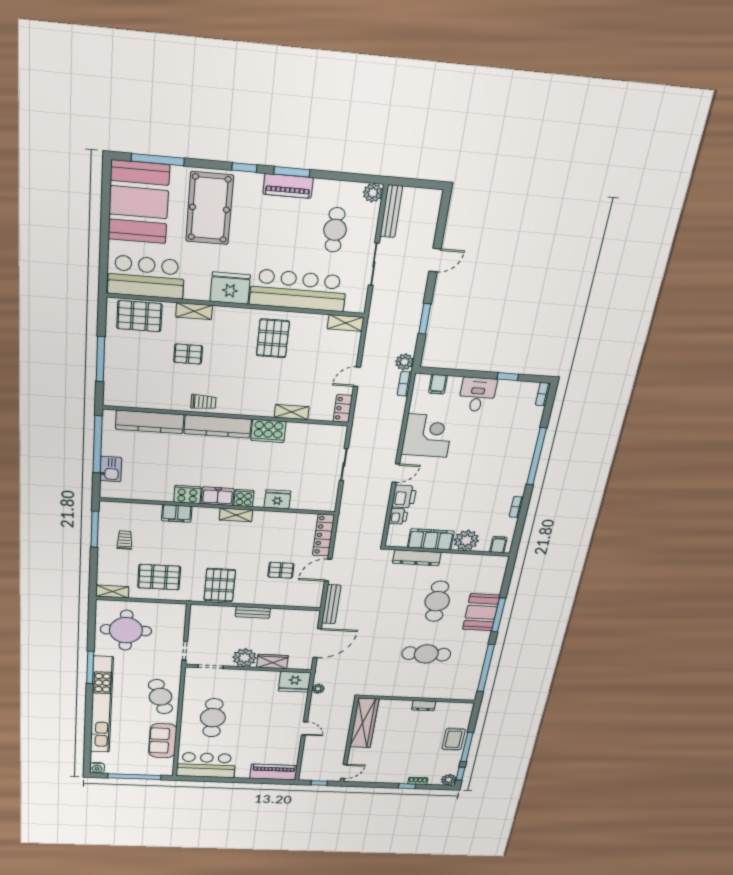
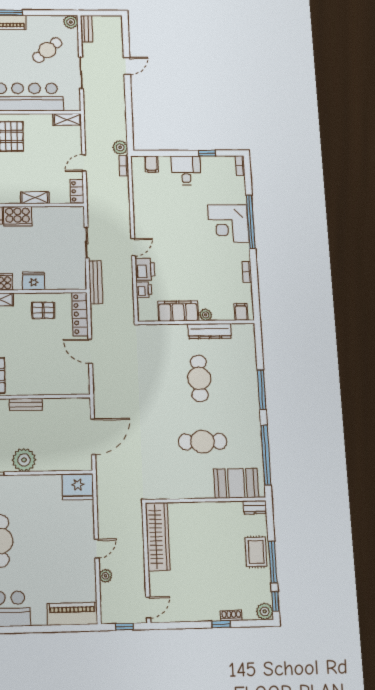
bench: (391, 211) -> (87, 29), width x0.73
cafe table: (335, 230) -> (47, 50), turned 49
window: (425, 319) -> (129, 111), removed
corner desk: (427, 436) -> (228, 224), moved, turned 180
plant: (466, 540) -> (206, 315), width x0.53, depth x0.53
dresser: (417, 558) -> (210, 331), moved
pallet: (281, 570) -> (43, 310), moved
door: (328, 570) -> (90, 351), hinge flipped
bench: (331, 604) -> (96, 282), moved
booth: (481, 612) -> (236, 483), moved, turned 90
wardrobe: (272, 662) -> (52, 463), removed
plant: (318, 689) -> (106, 576), moved
dresser: (424, 706) -> (255, 507), moved
door: (304, 728) -> (97, 549), hinge flipped

